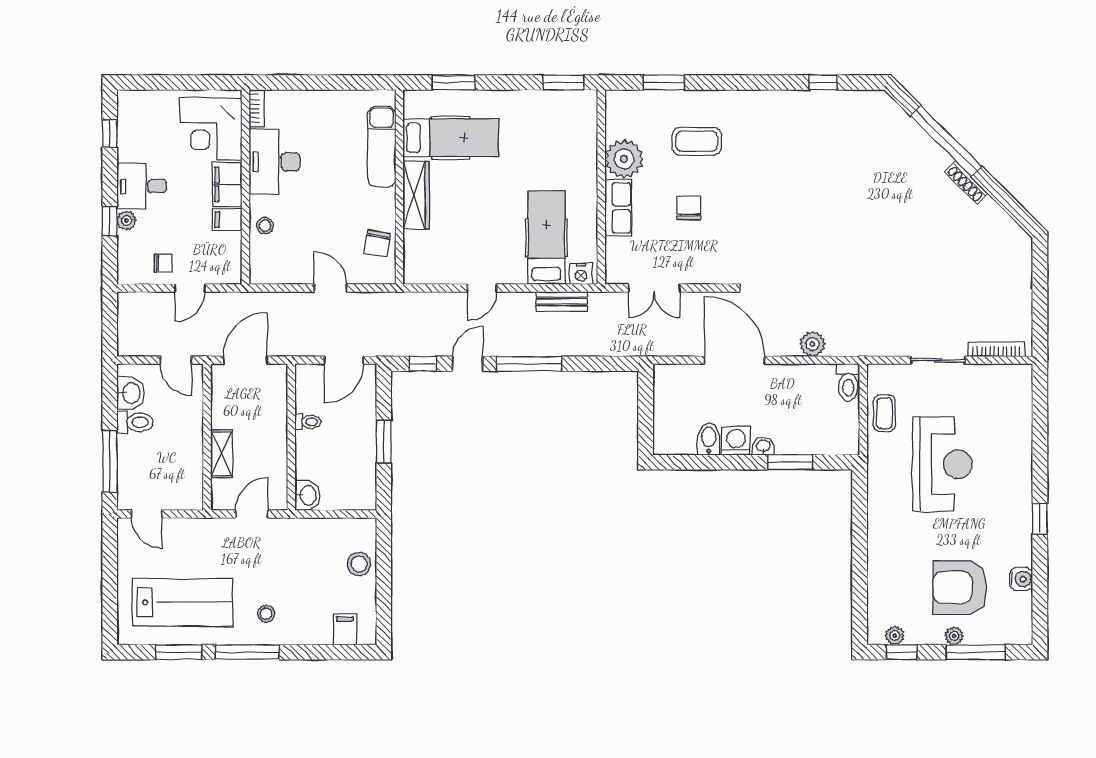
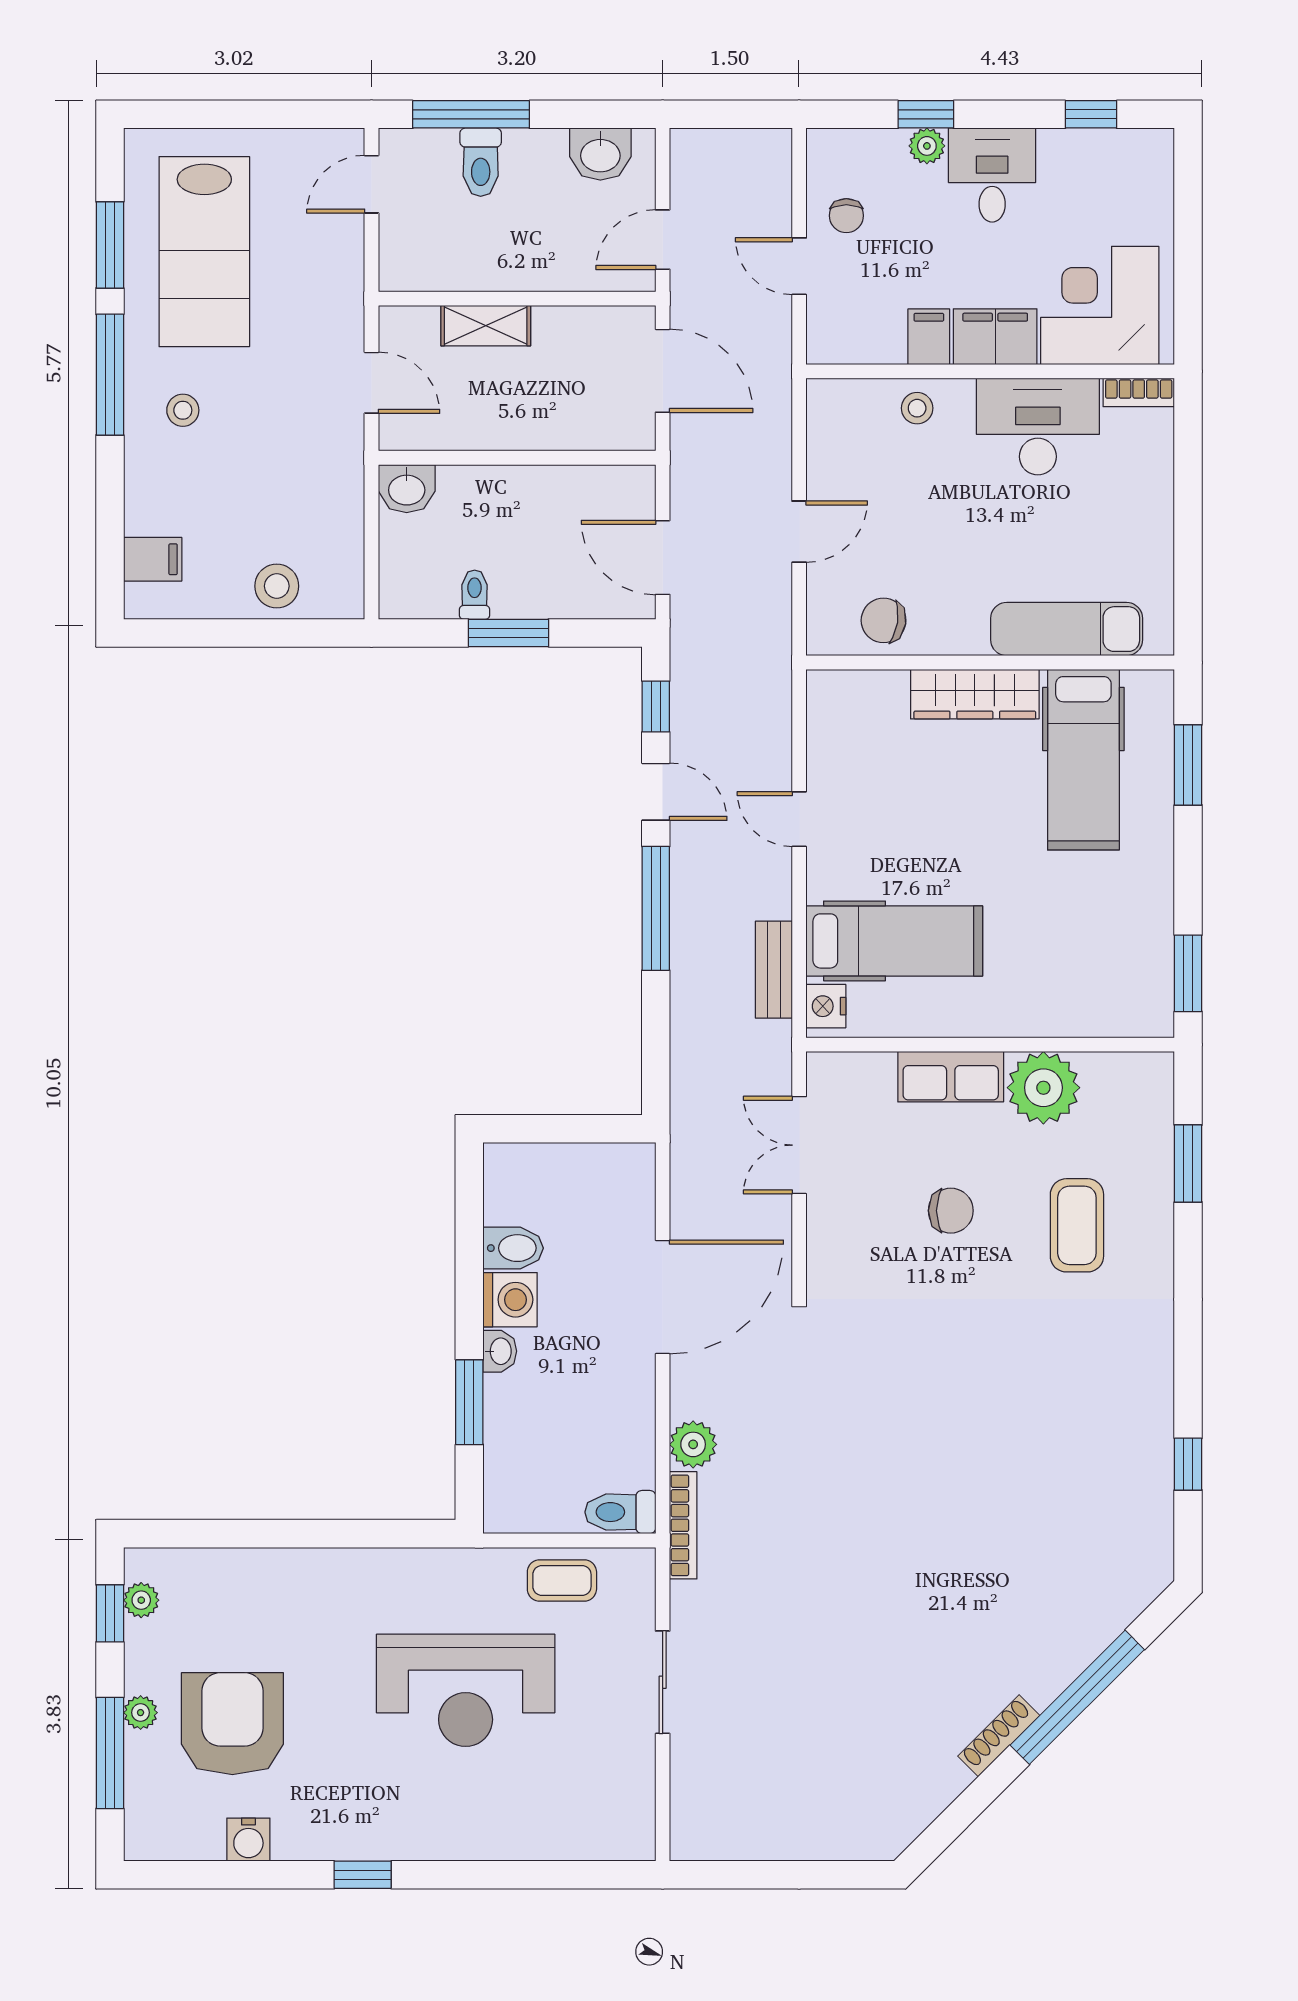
bookcase: (996, 349) -> (683, 1525), moved
toilet: (135, 422) -> (481, 162), moved
toilet: (308, 422) -> (475, 595), moved, turned 180

